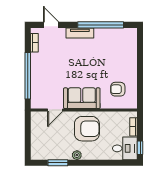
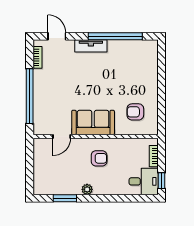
armchair: (87, 129) -> (99, 158), width x0.53, depth x0.53

